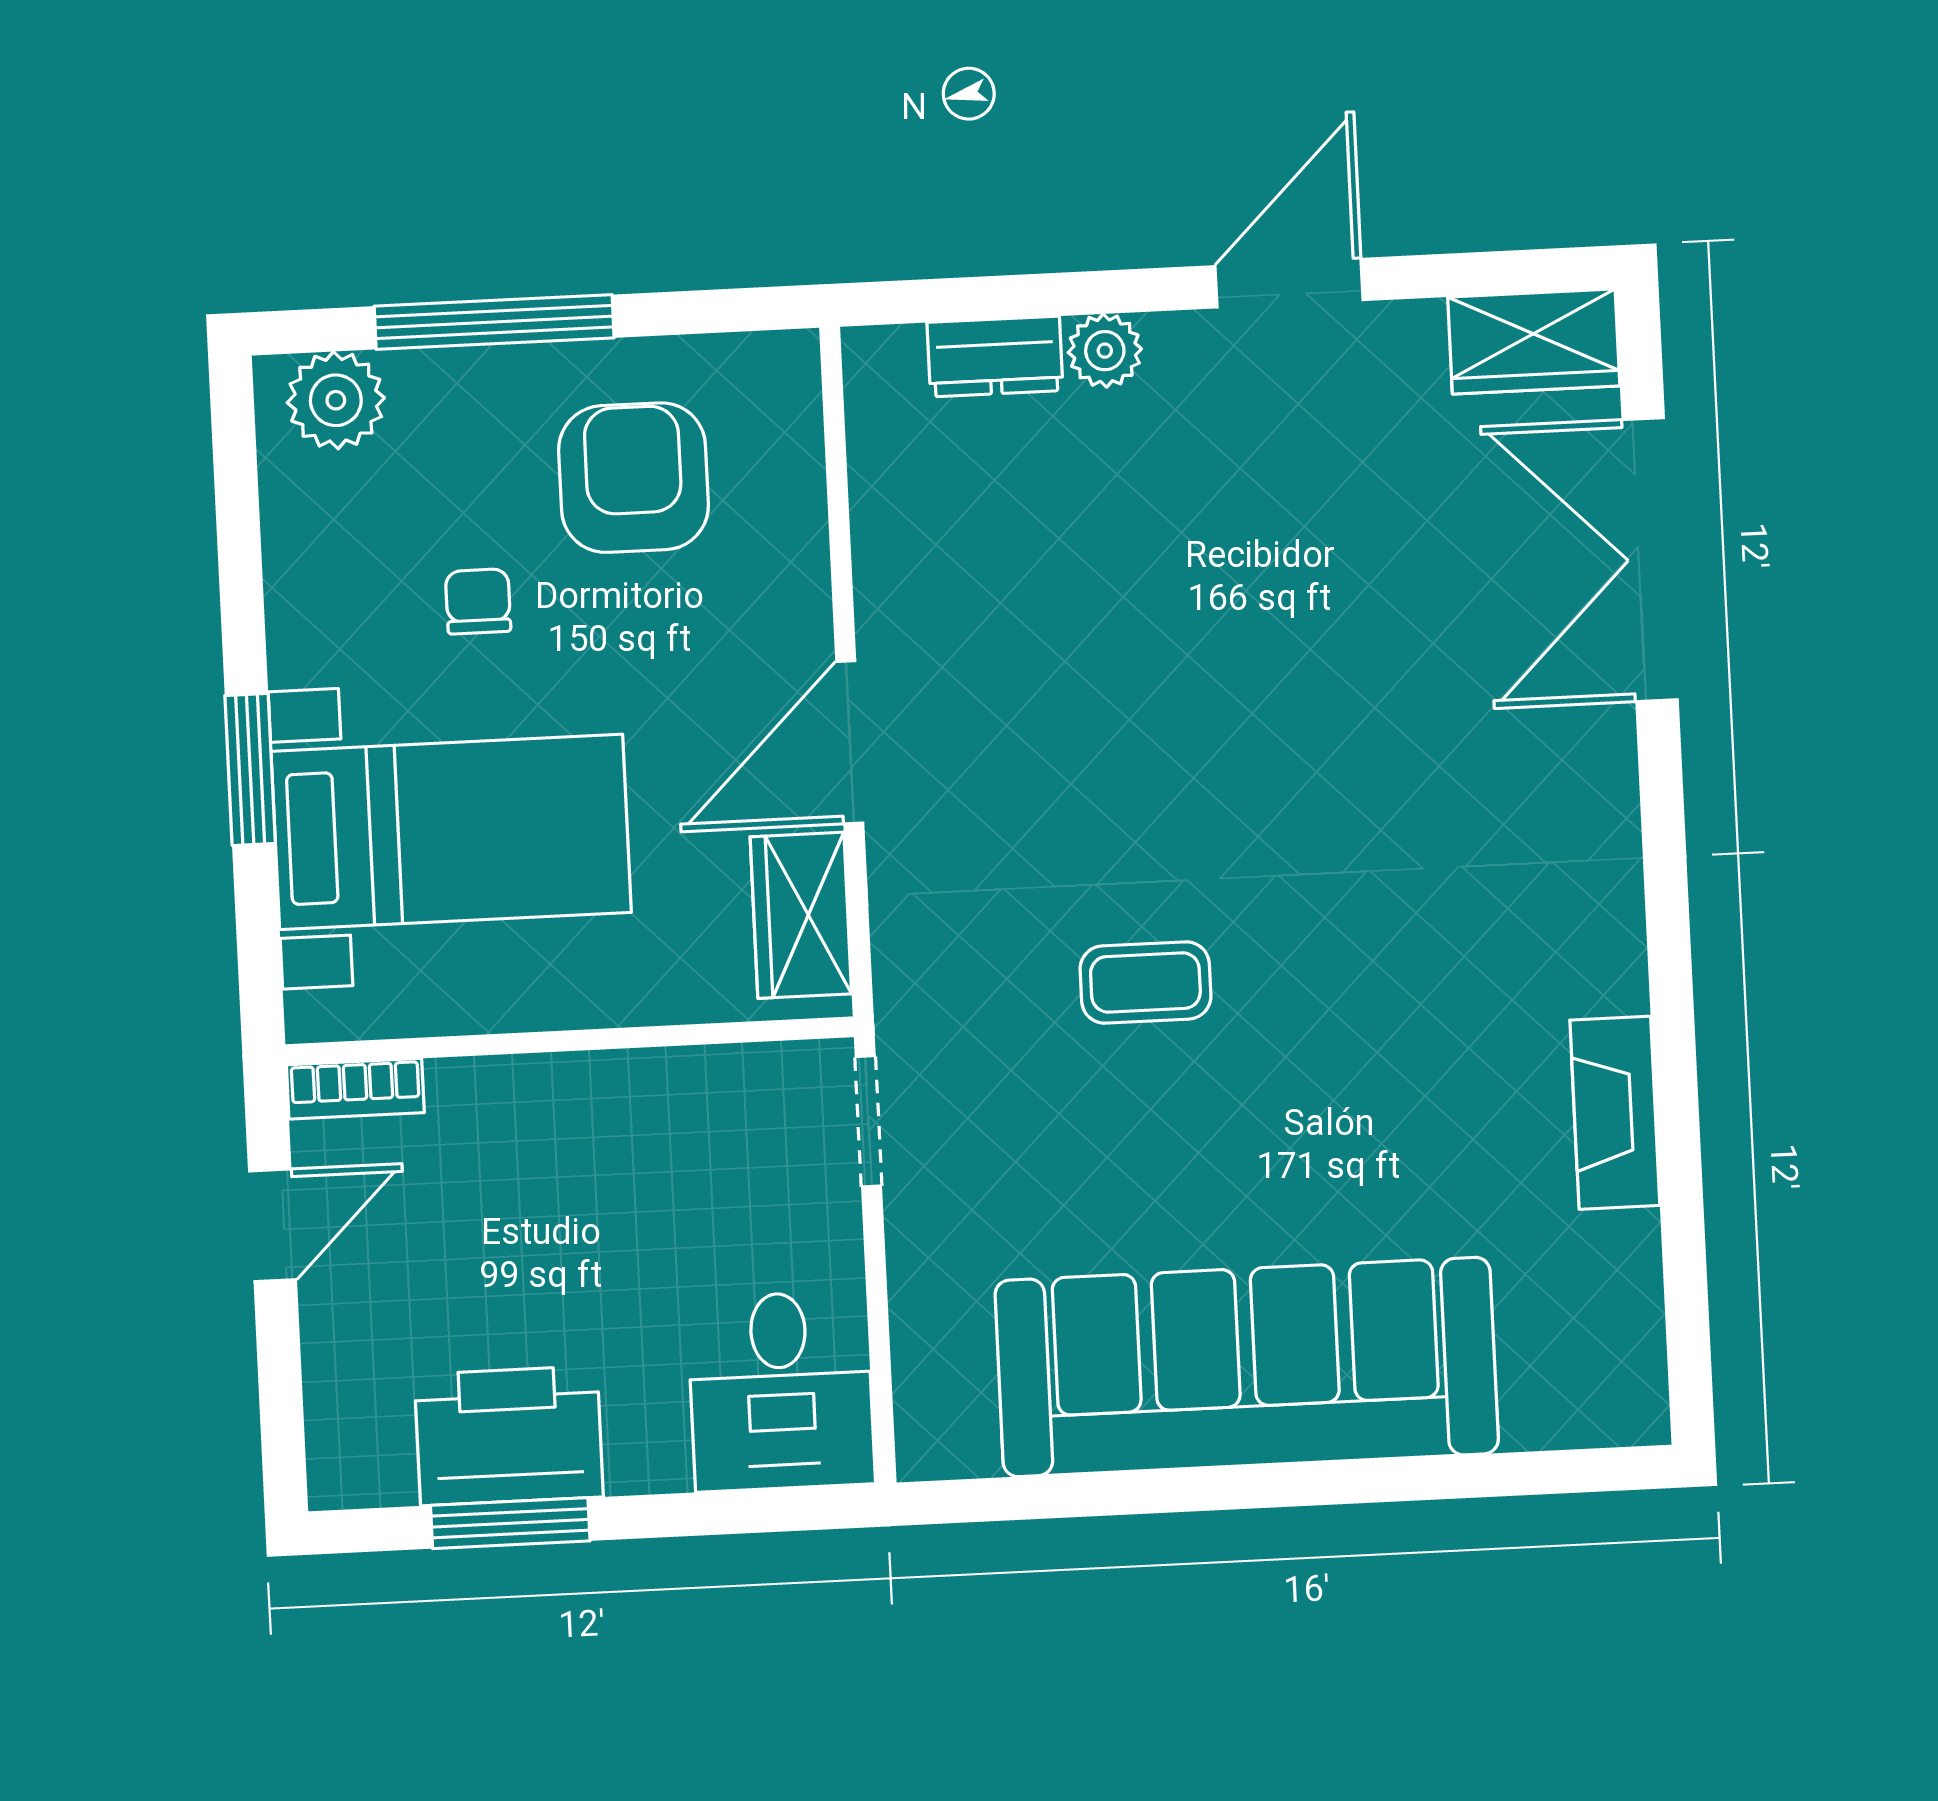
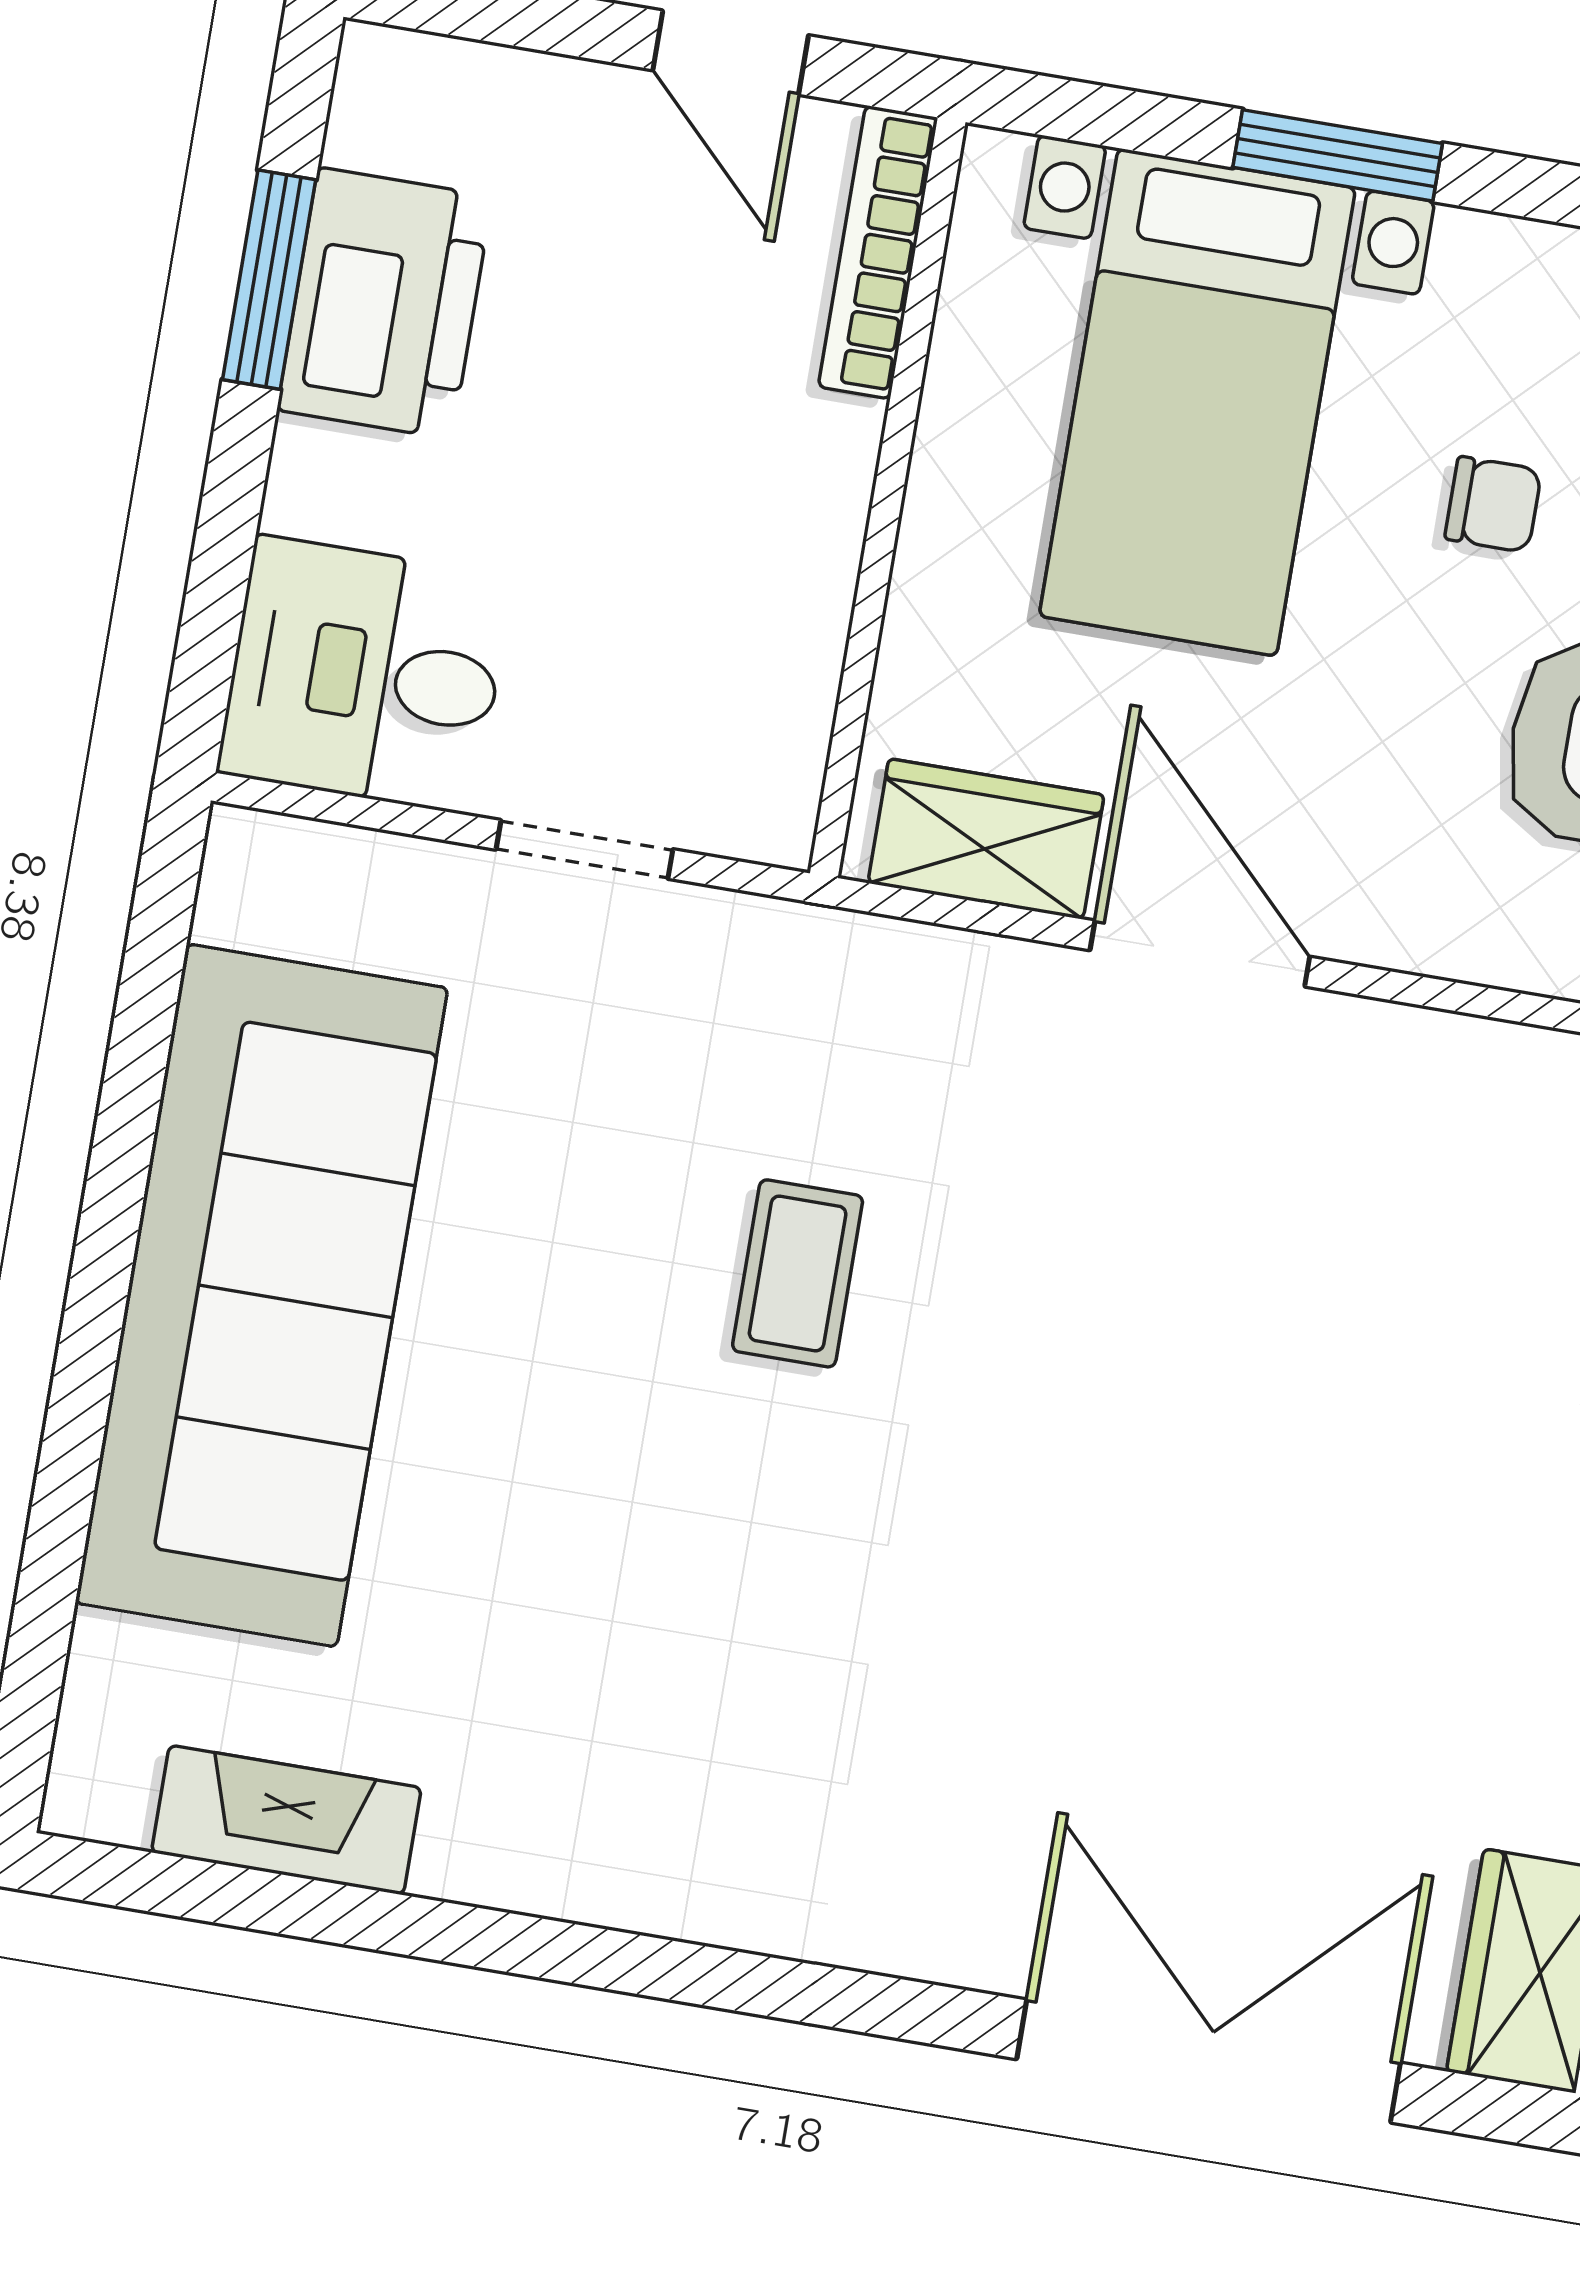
bookcase: (355, 1089) -> (878, 252), width x1.56
fireplace: (1615, 1113) -> (286, 1820), moved
doorway: (868, 1121) -> (584, 849), moved

